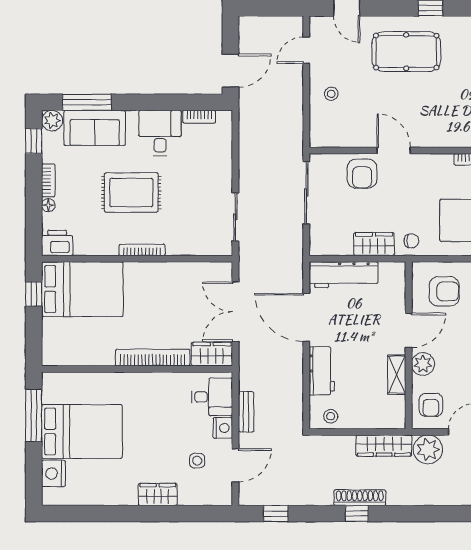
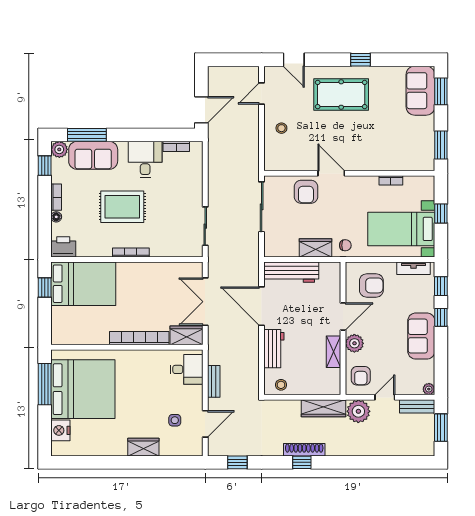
nightstand: (223, 428) -> (195, 394), removed
bed: (82, 431) -> (83, 389), width x1.36

